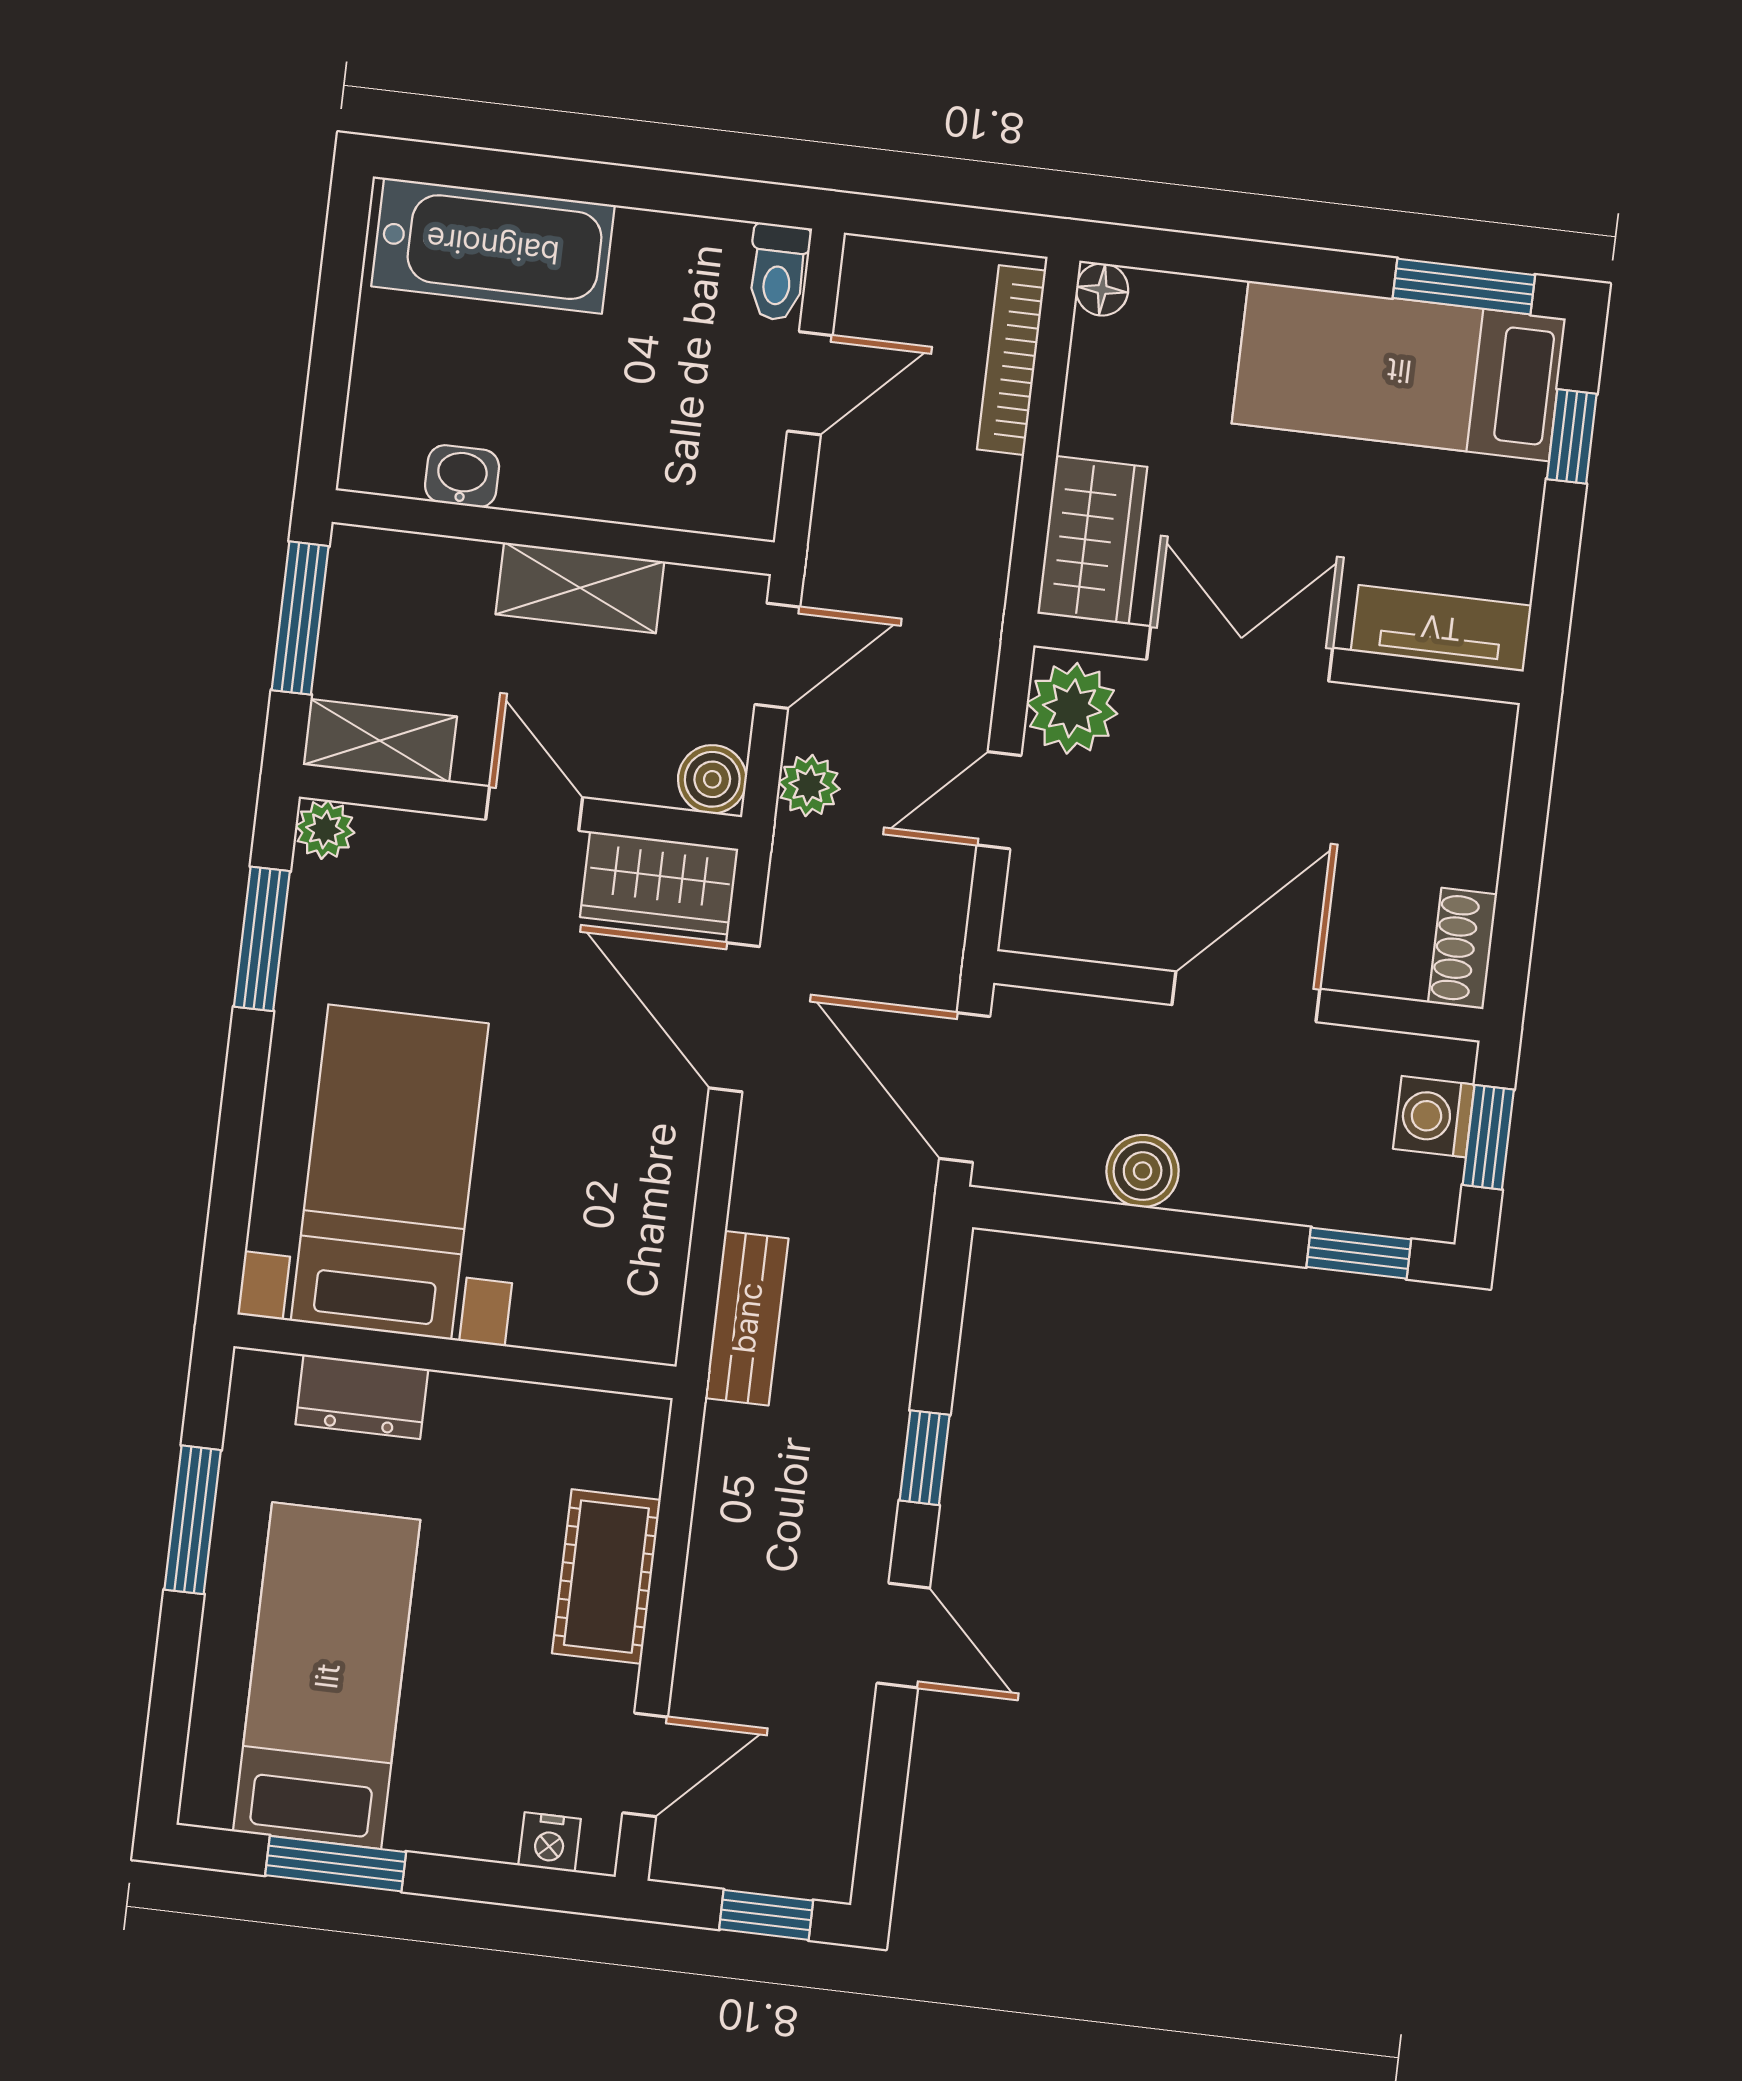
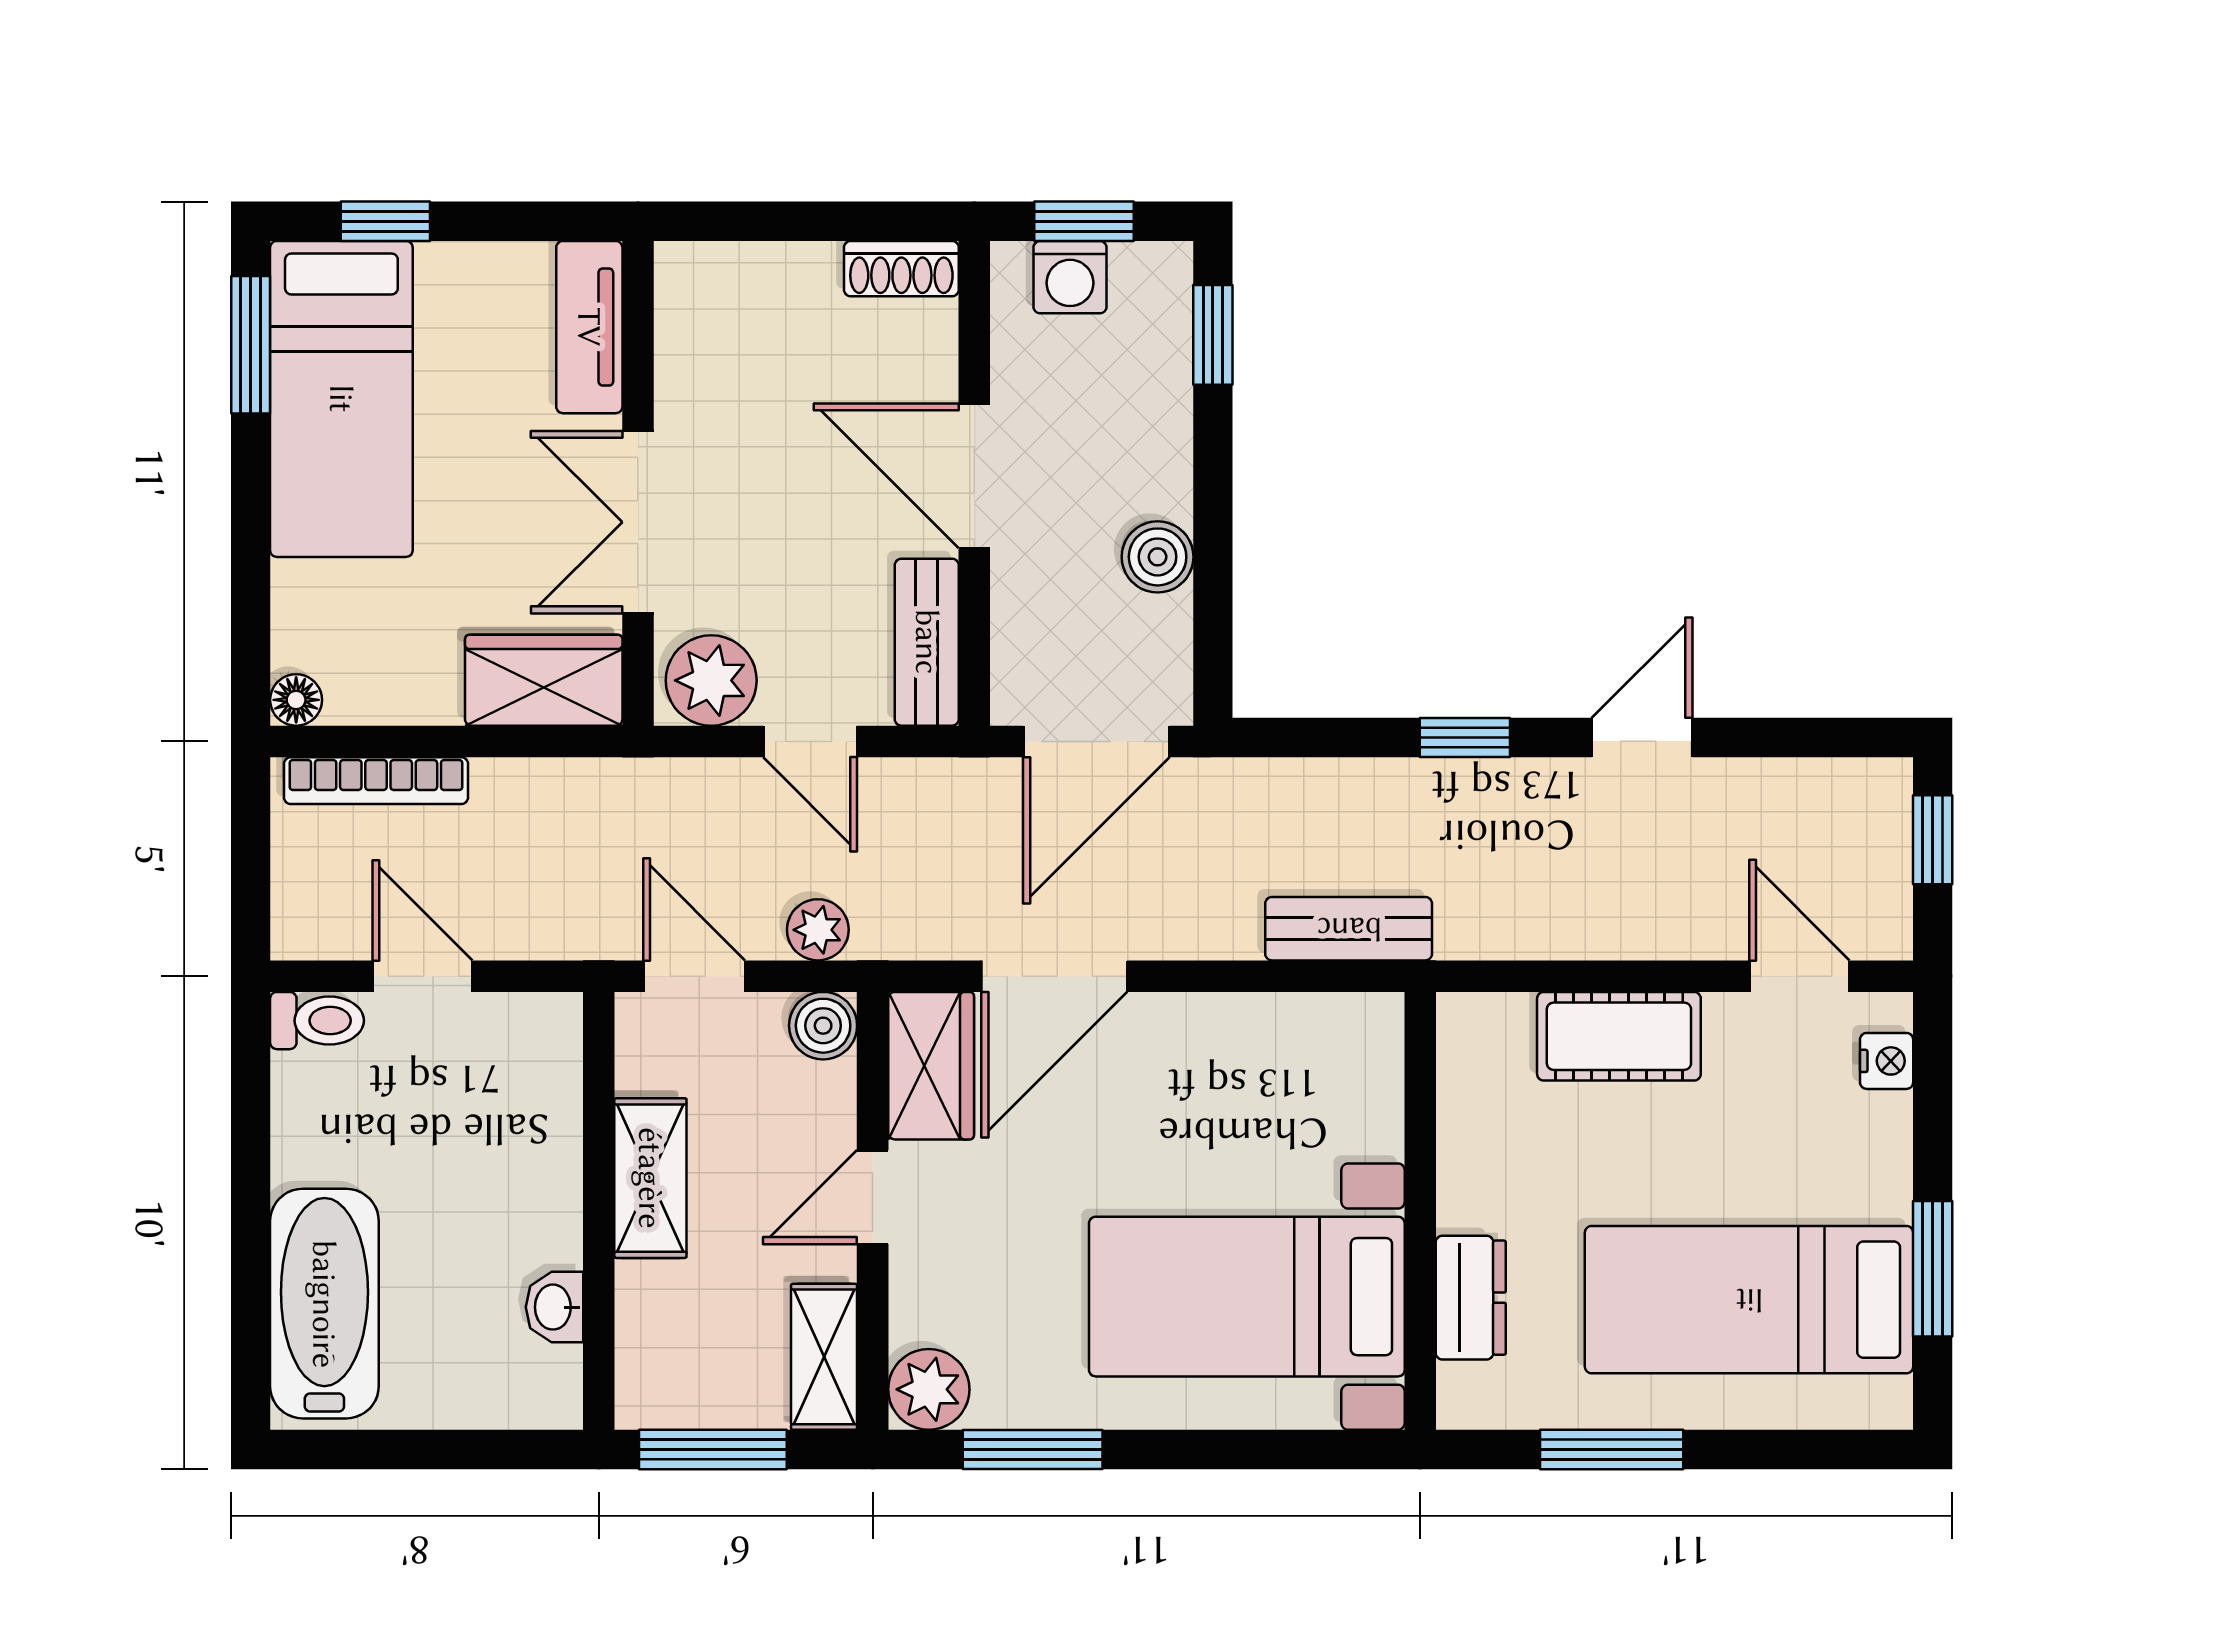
plant: (325, 829) -> (929, 1389), width x1.38, depth x1.38
bench: (1085, 929) -> (927, 642), added

